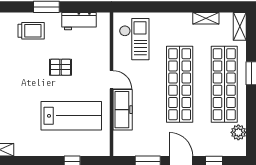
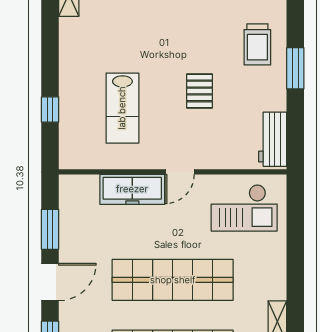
workbench: (79, 21) -> (273, 139), moved
lab bench: (71, 116) -> (122, 108), width x0.73, depth x0.72

